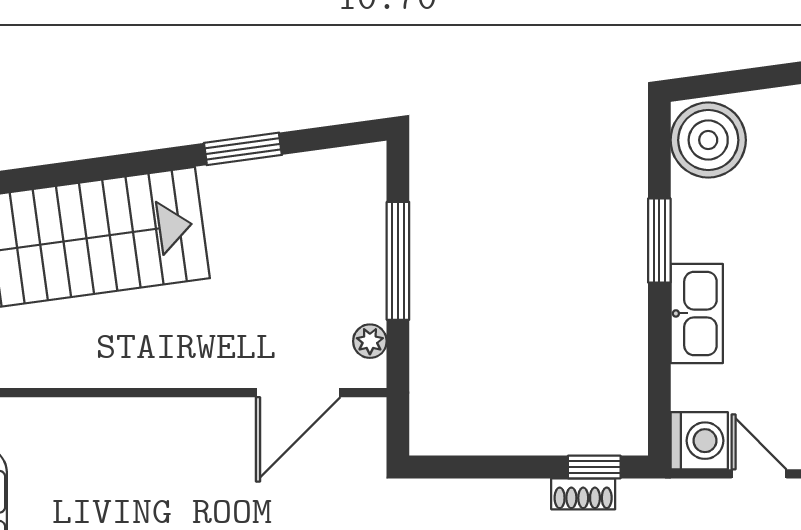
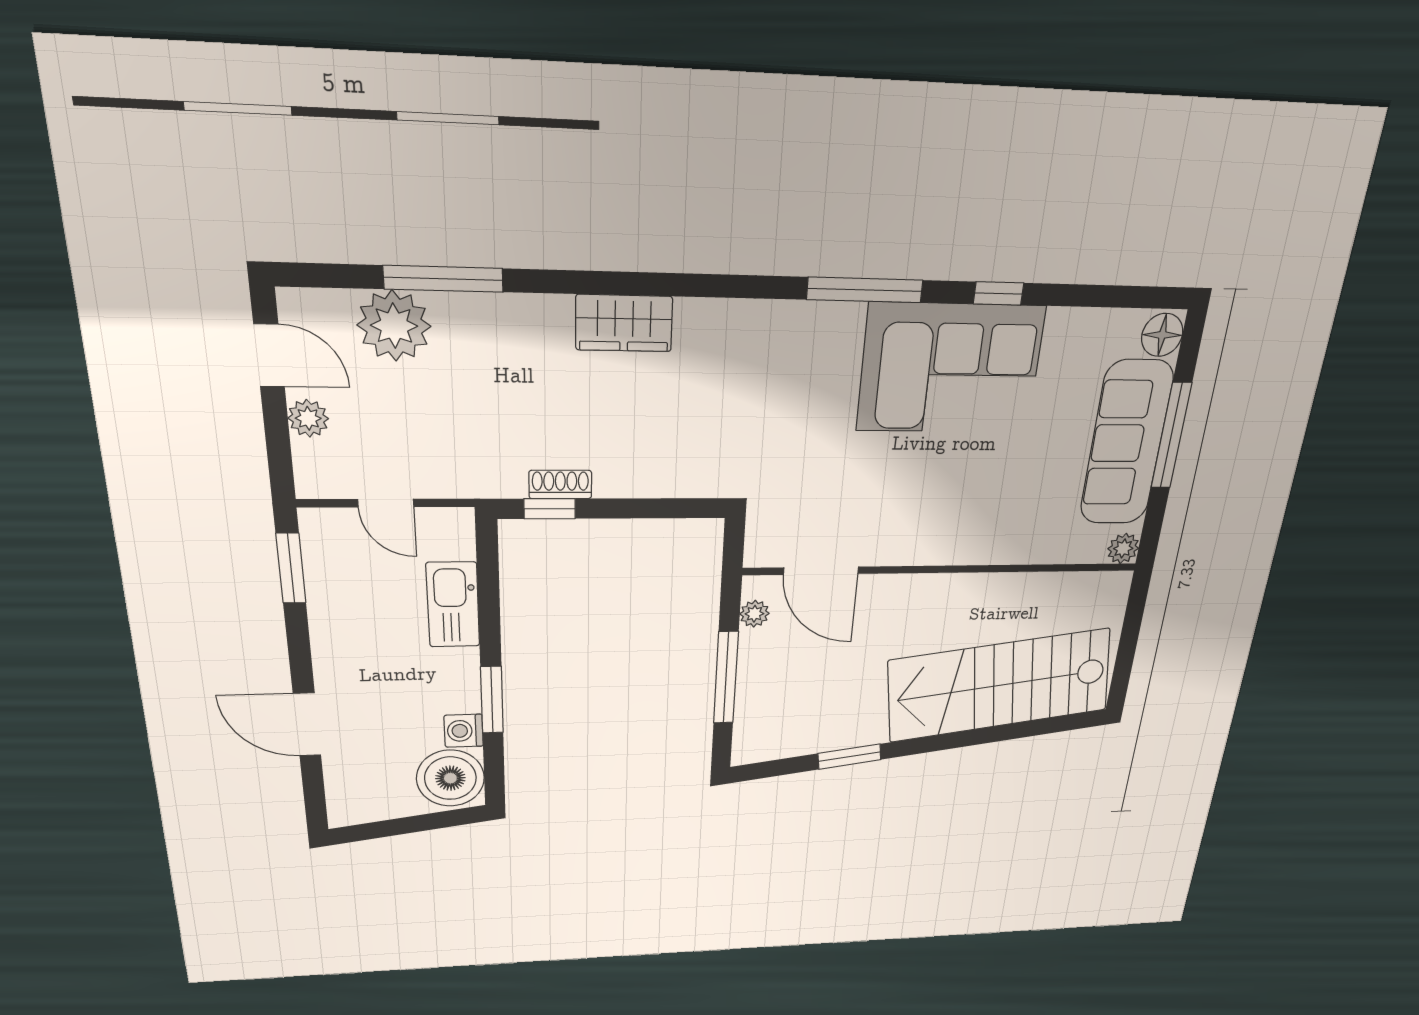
kitchen sink: (697, 313) -> (453, 605), moved
door: (298, 393) -> (821, 571), swing flipped
washing machine: (699, 441) -> (464, 731), moved, width x0.73, depth x0.73

